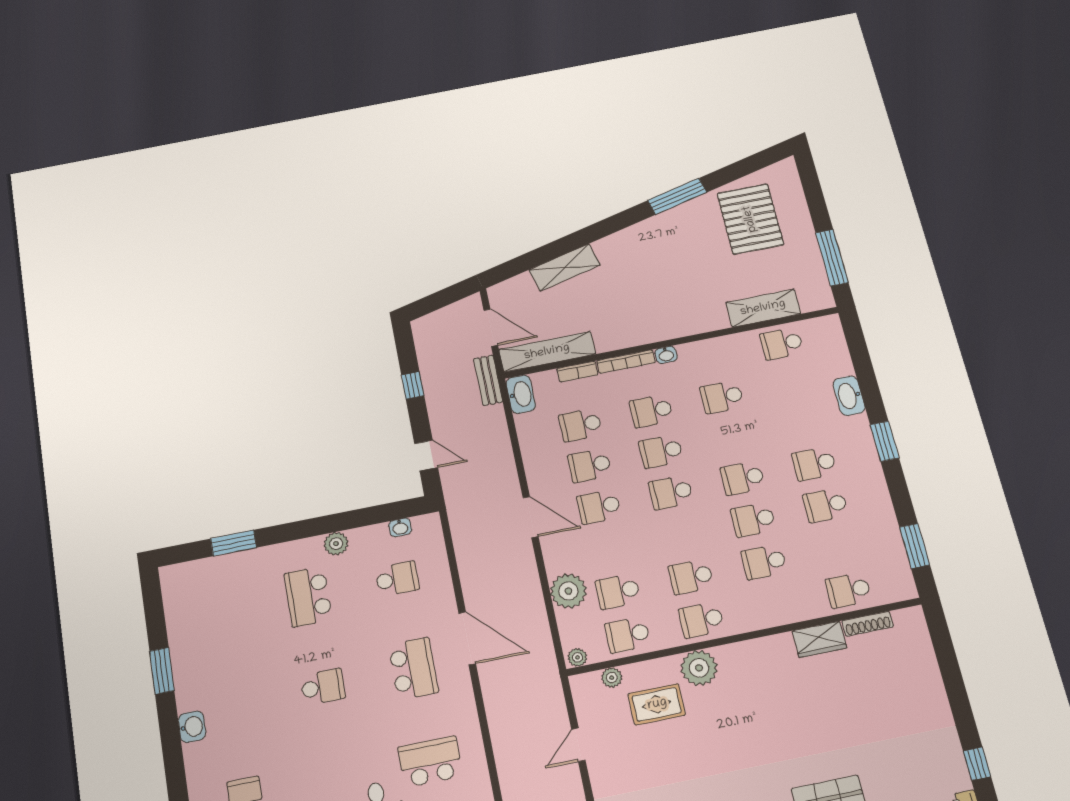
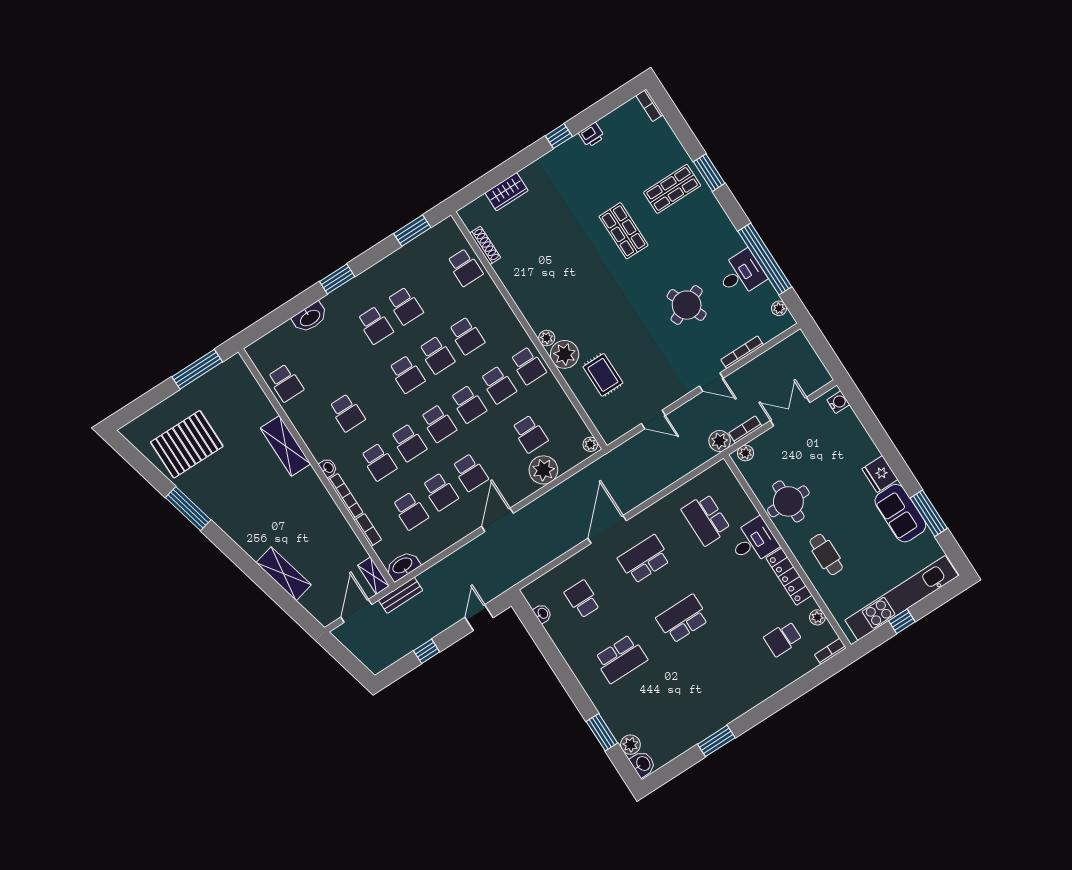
shelving: (763, 308) -> (286, 446), moved
shelving: (547, 352) -> (374, 576), width x0.45, depth x0.75
plant: (336, 544) -> (630, 745), moved
school desk: (628, 635) -> (468, 404), moved
wardrobe: (819, 639) -> (506, 192), moved, turned 90
plant: (612, 678) -> (547, 338), moved
school desk: (323, 687) -> (683, 619), width x1.85
washbasin: (192, 727) -> (643, 764), moved, turned 90

